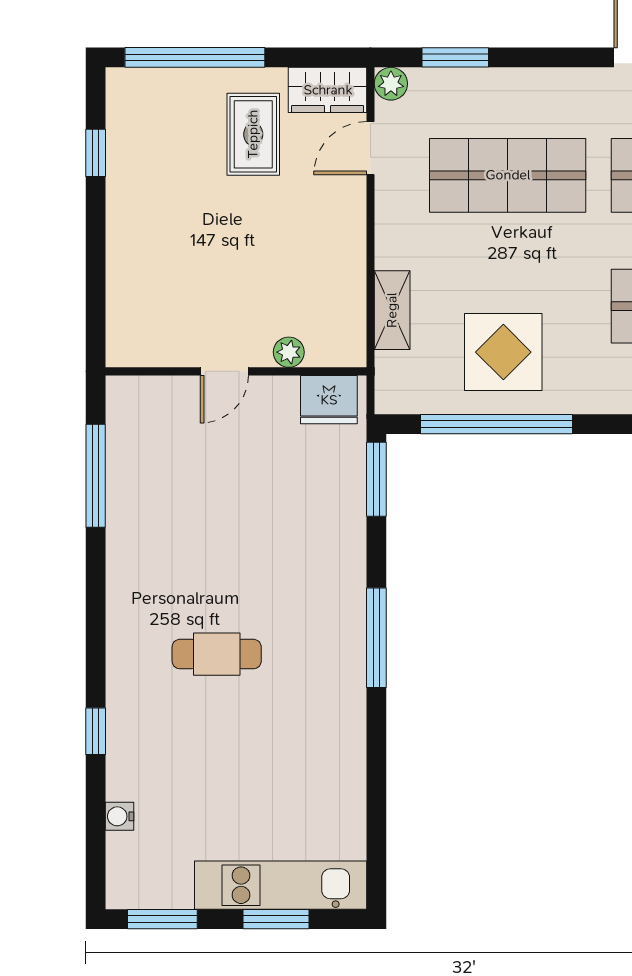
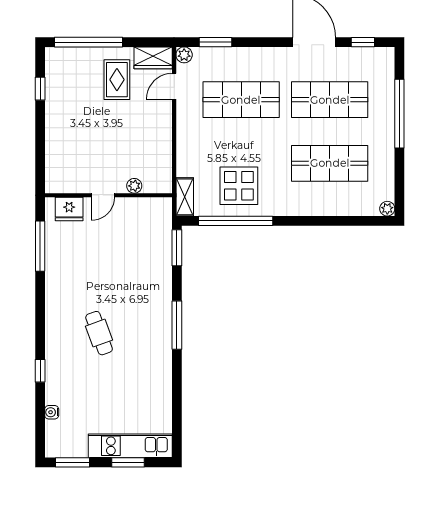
shelving: (392, 310) -> (185, 197), moved
fridge: (329, 400) -> (69, 209), moved
cafe table: (217, 654) -> (99, 333), turned 70

